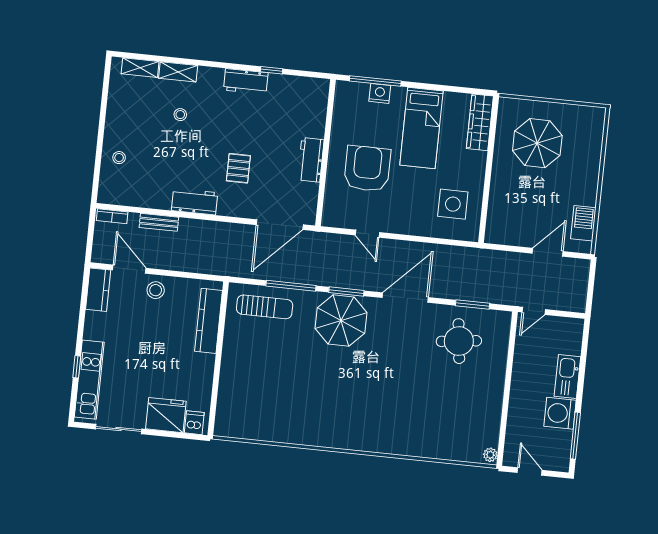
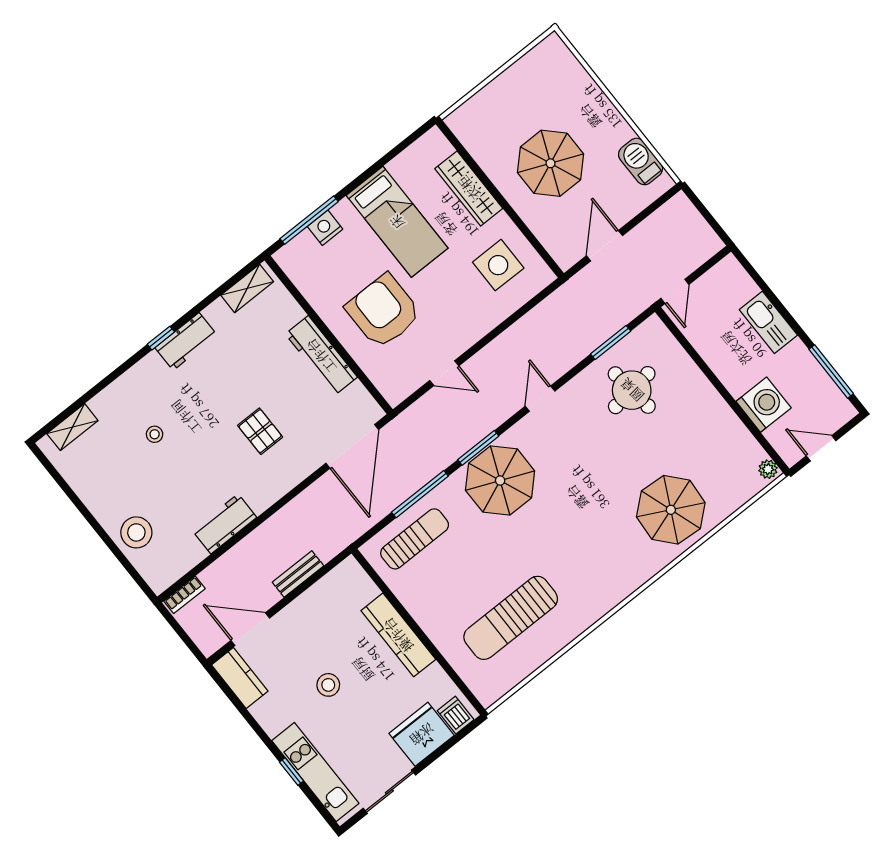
window: (272, 70) -> (161, 338), moved
shelving: (178, 72) -> (247, 288), moved
wardrobe: (480, 122) -> (469, 188), moved
parasol: (537, 143) -> (551, 163), moved
stool: (119, 158) -> (136, 532), width x1.89, depth x1.89
workbench: (311, 160) -> (321, 356), width x1.38
workbench: (195, 202) -> (224, 524), moved
bench: (159, 222) -> (298, 574), moved
door: (548, 252) -> (605, 246), moved
stool: (156, 290) -> (328, 685), moved
door: (405, 298) -> (540, 399), width x0.53
kitchen counter: (209, 321) -> (398, 635), moved
sun lounger: (275, 400) -> (511, 618), added
washing machine: (560, 413) -> (764, 405), moved, turned 180
parasol: (417, 426) -> (671, 510), added

